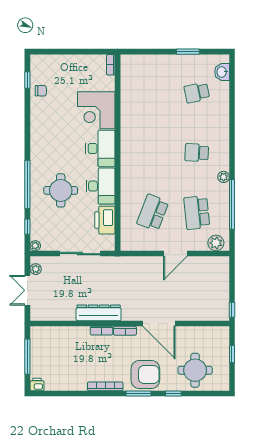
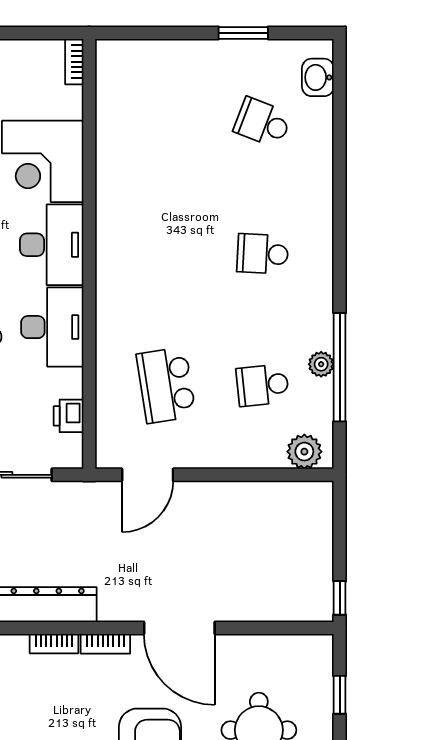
school desk: (197, 93) -> (263, 123), turned 33
plant: (224, 177) -> (321, 364), moved
school desk: (153, 213) -> (166, 385), turned -30
school desk: (197, 213) -> (263, 385), width x0.54
printer: (105, 220) -> (68, 416), width x0.53, depth x0.68
door: (175, 254) -> (148, 475), moved

